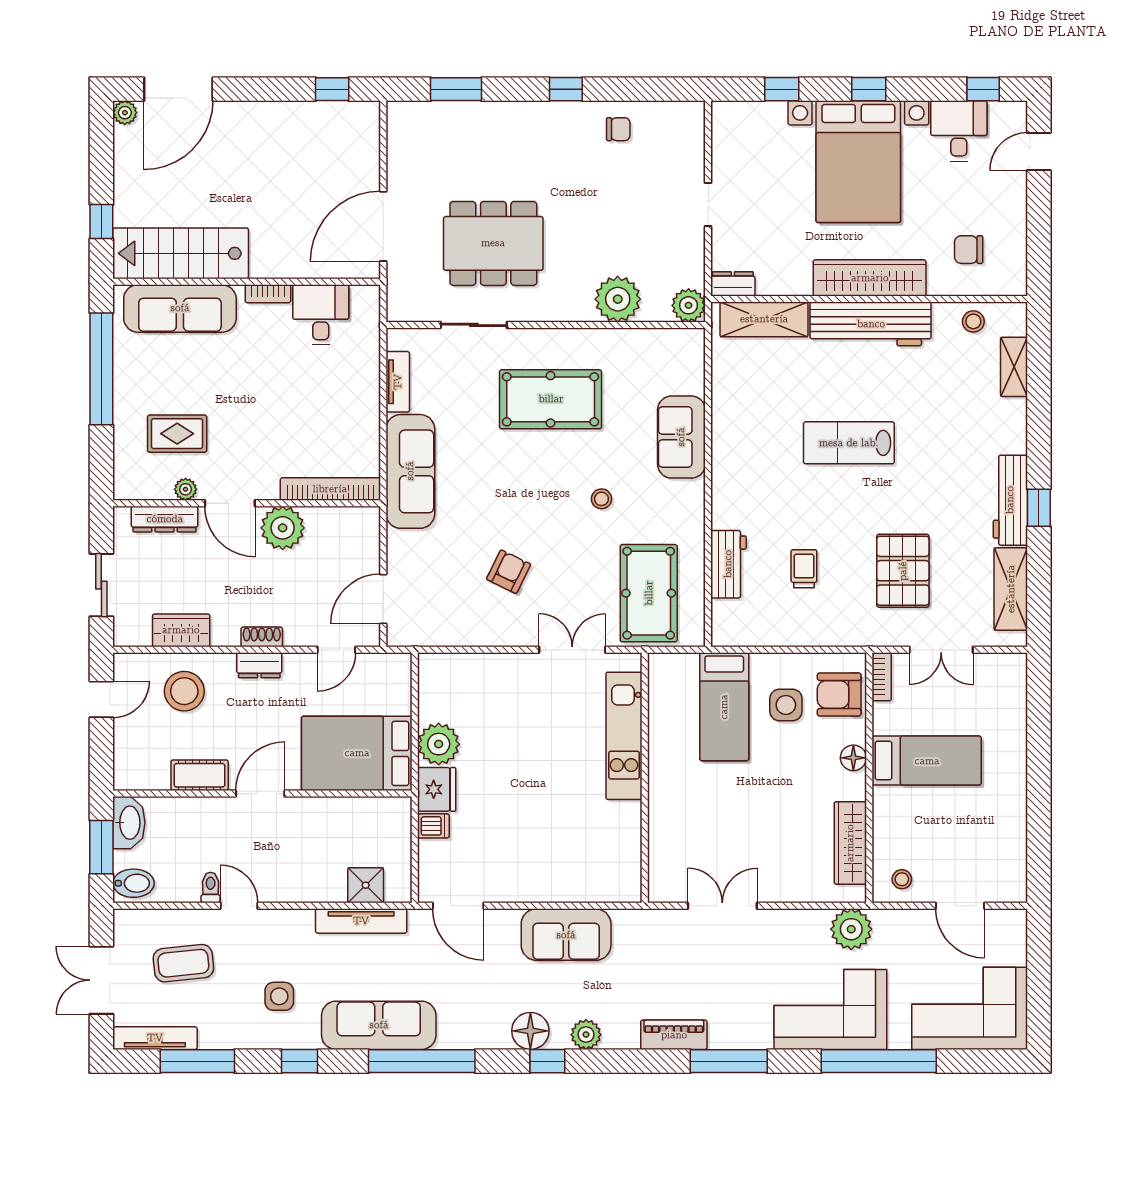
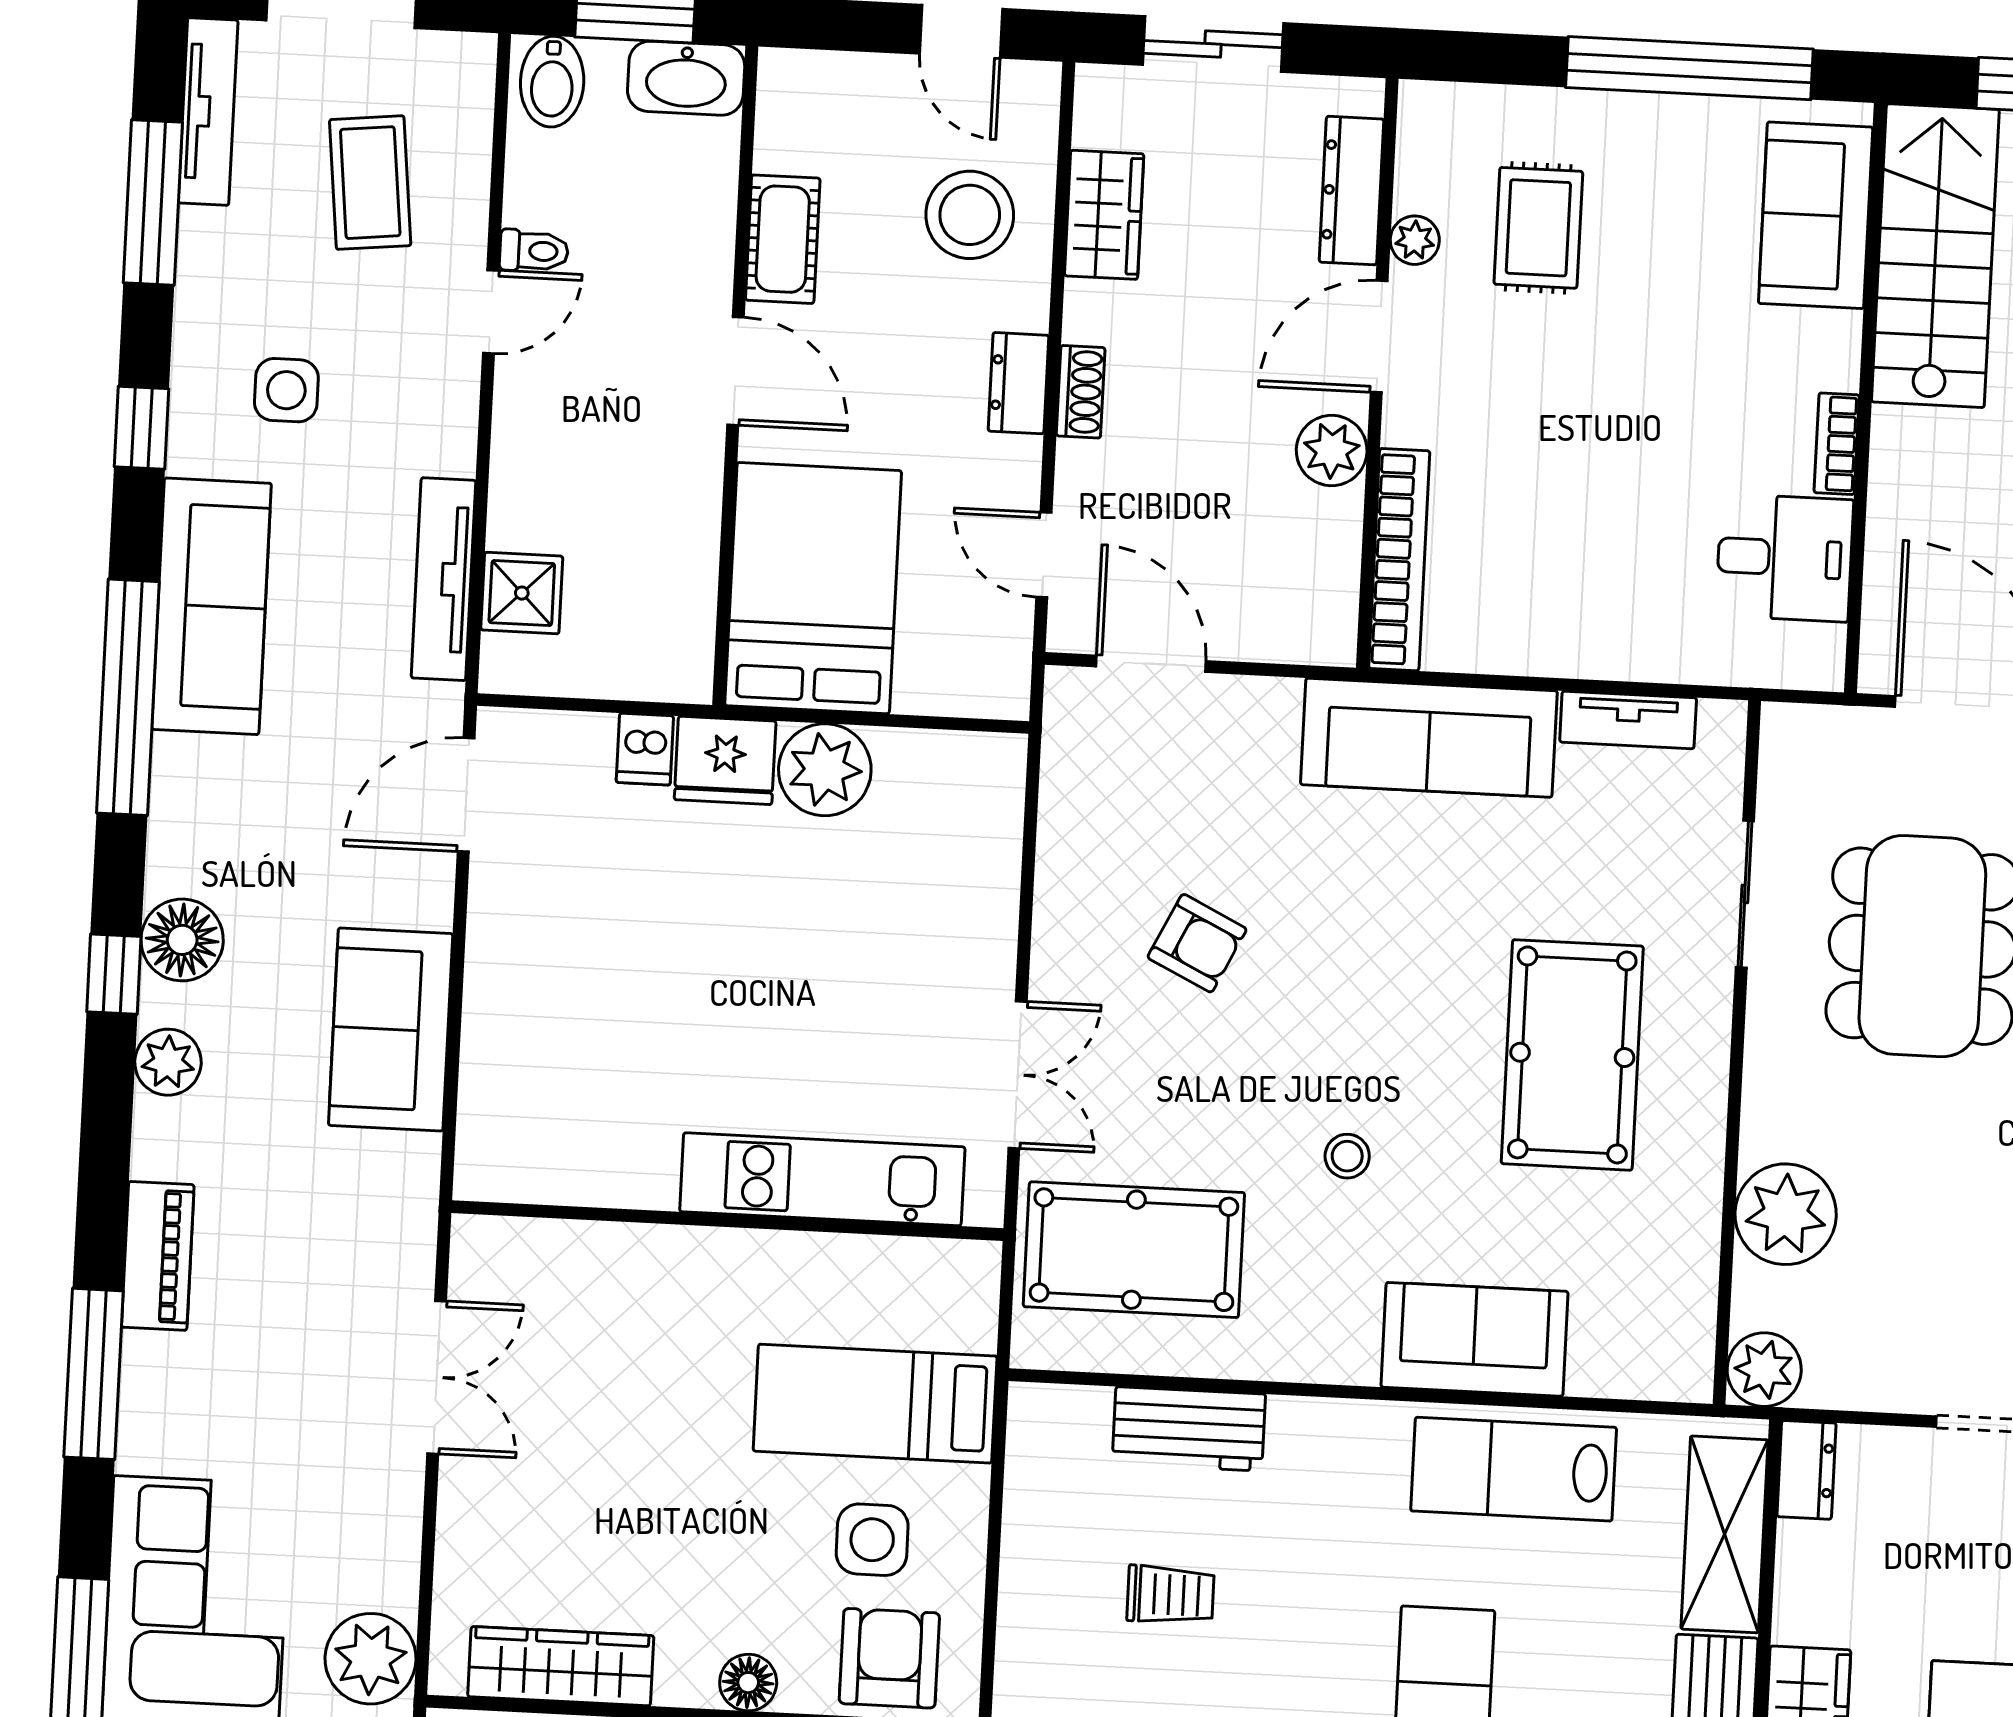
sofa: (180, 308) -> (1816, 215), width x0.73
lab bench: (739, 416) -> (1514, 1469), added
plant: (283, 528) -> (1332, 450), width x0.73, depth x0.73

